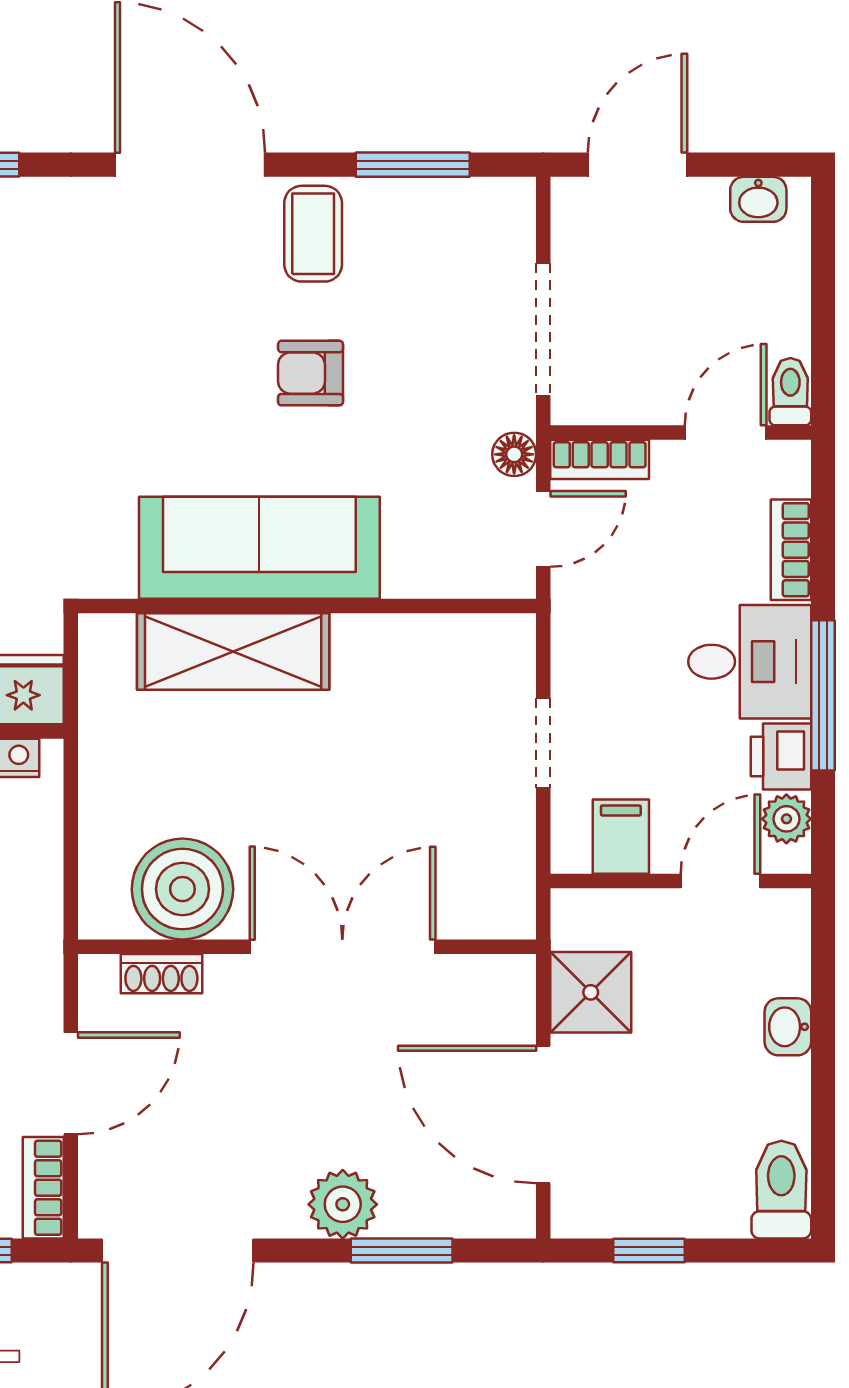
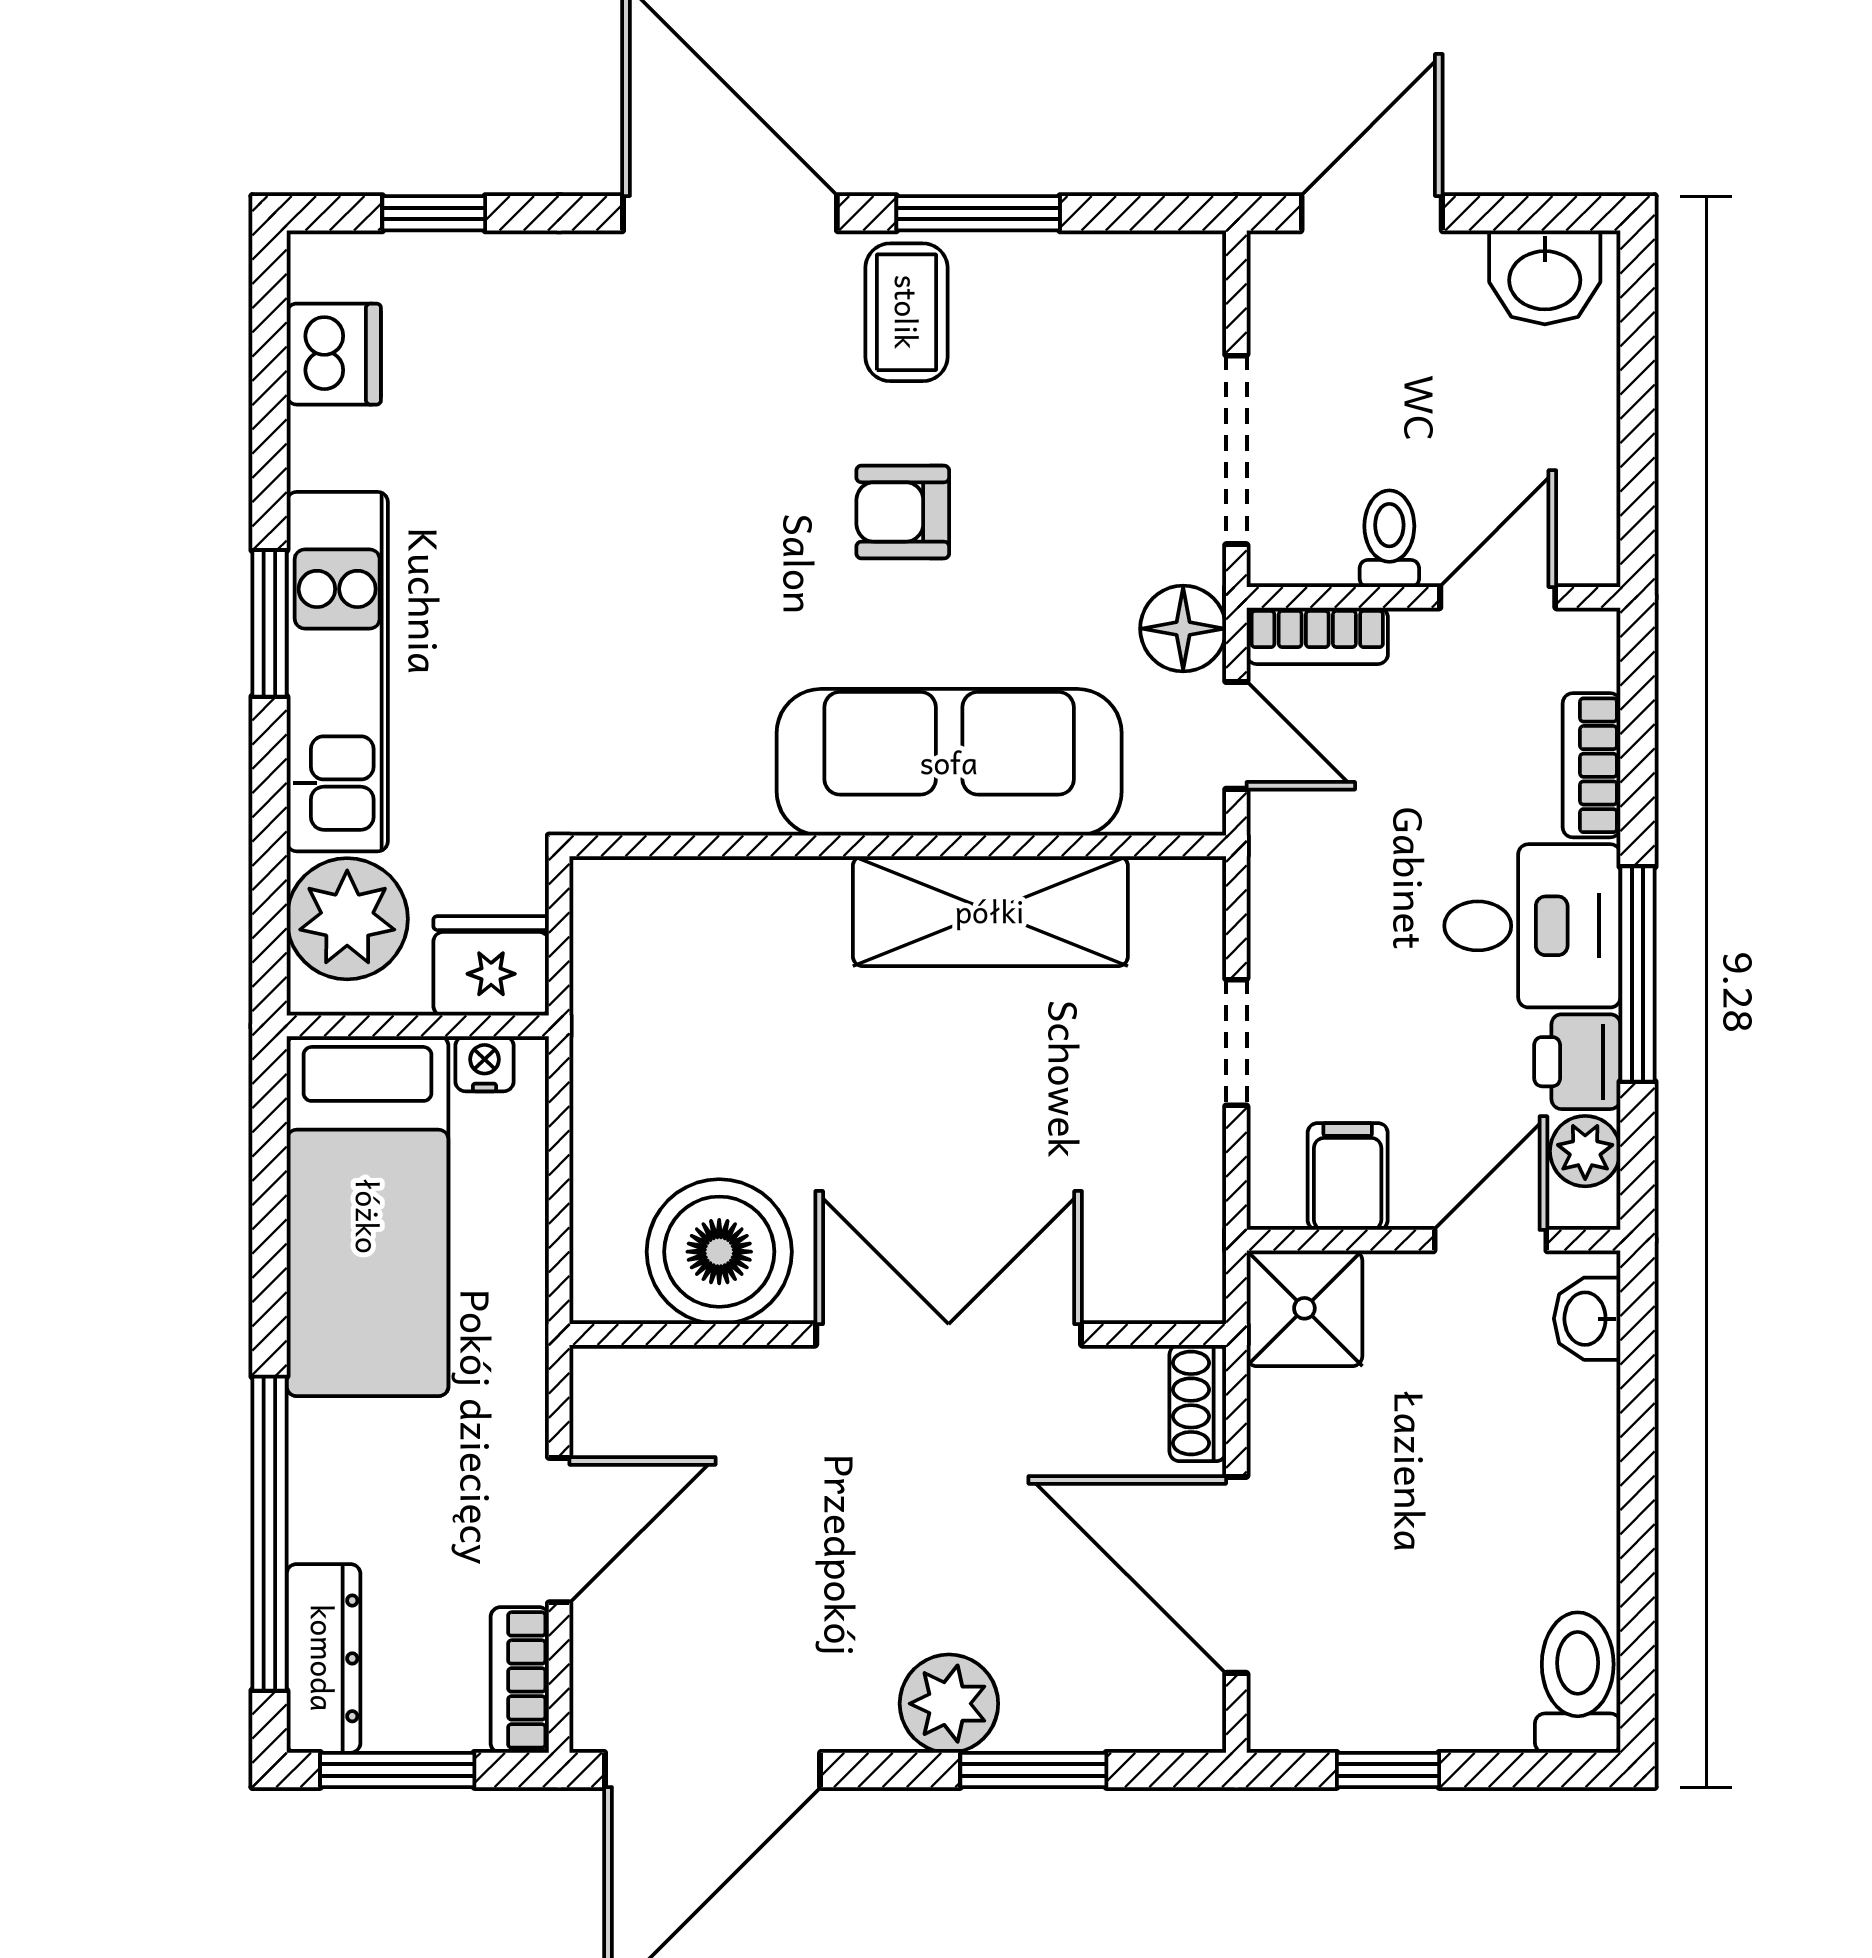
window: (413, 165) -> (978, 213), moved
washbasin: (758, 199) -> (1545, 277), width x1.38, depth x1.45
toilet: (790, 392) -> (1389, 539), moved
floor lamp: (514, 454) -> (1183, 629), width x1.37, depth x1.37
door: (543, 529) -> (1236, 735), hinge flipped
sofa: (259, 548) -> (949, 762), moved
shelving: (233, 652) -> (990, 911), moved
shoe rack: (161, 974) -> (1198, 1403), moved, turned 90
shower: (591, 992) -> (1304, 1308), moved
washbasin: (788, 1027) -> (1587, 1319), moved

